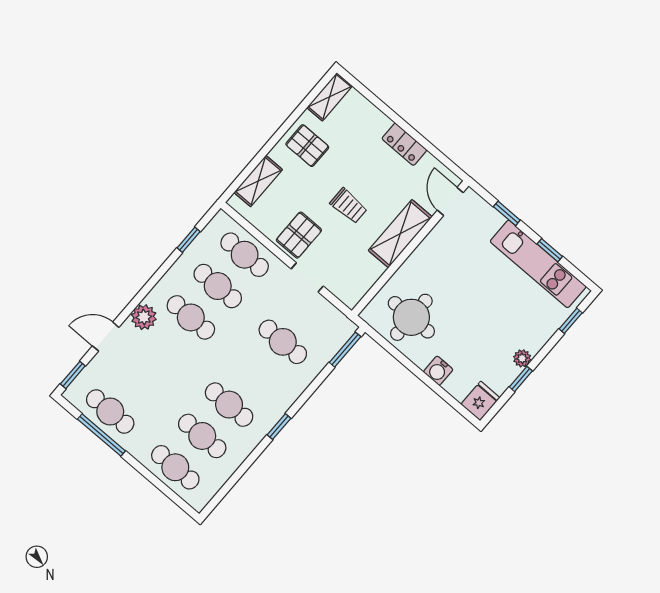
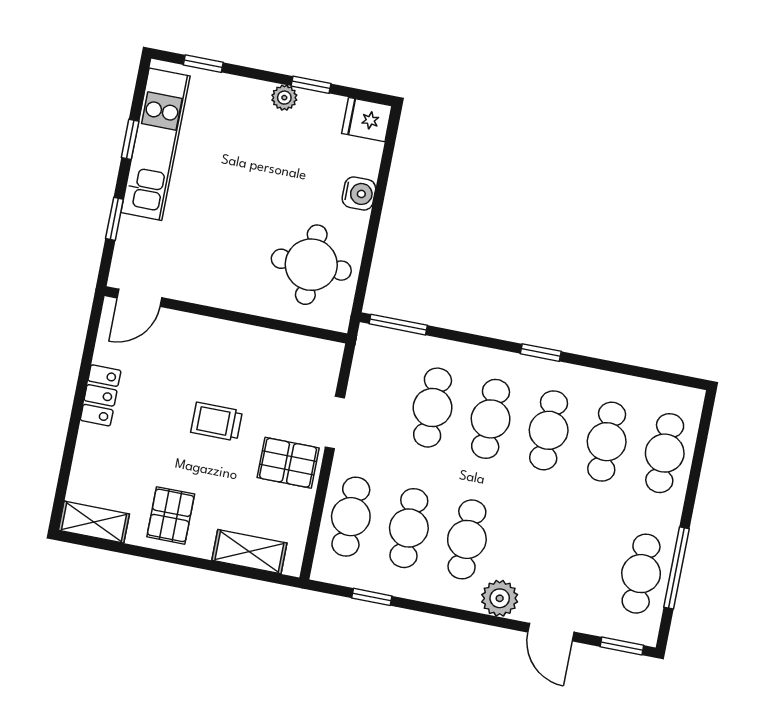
trolley: (349, 206) -> (217, 422), turned -90
shelving: (400, 234) -> (215, 337), removed
cafe table: (256, 373) -> (491, 419), added

